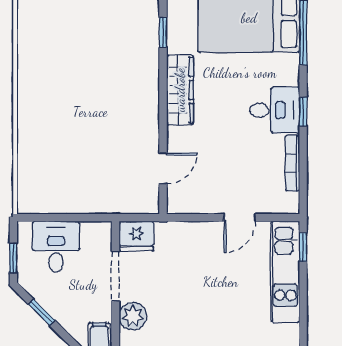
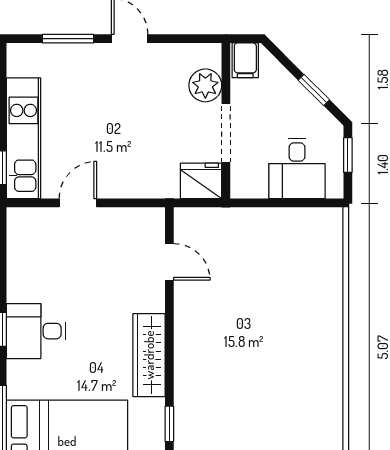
bookcase: (292, 163) -> (15, 268), removed
door: (163, 168) -> (169, 262), swing flipped

